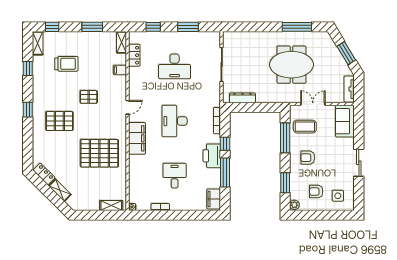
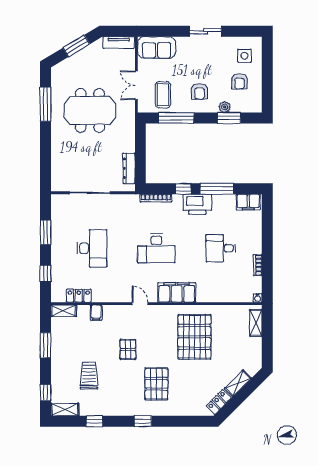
meeting table: (291, 65) -> (90, 110), turned 90
plant: (294, 205) -> (225, 107), moved

